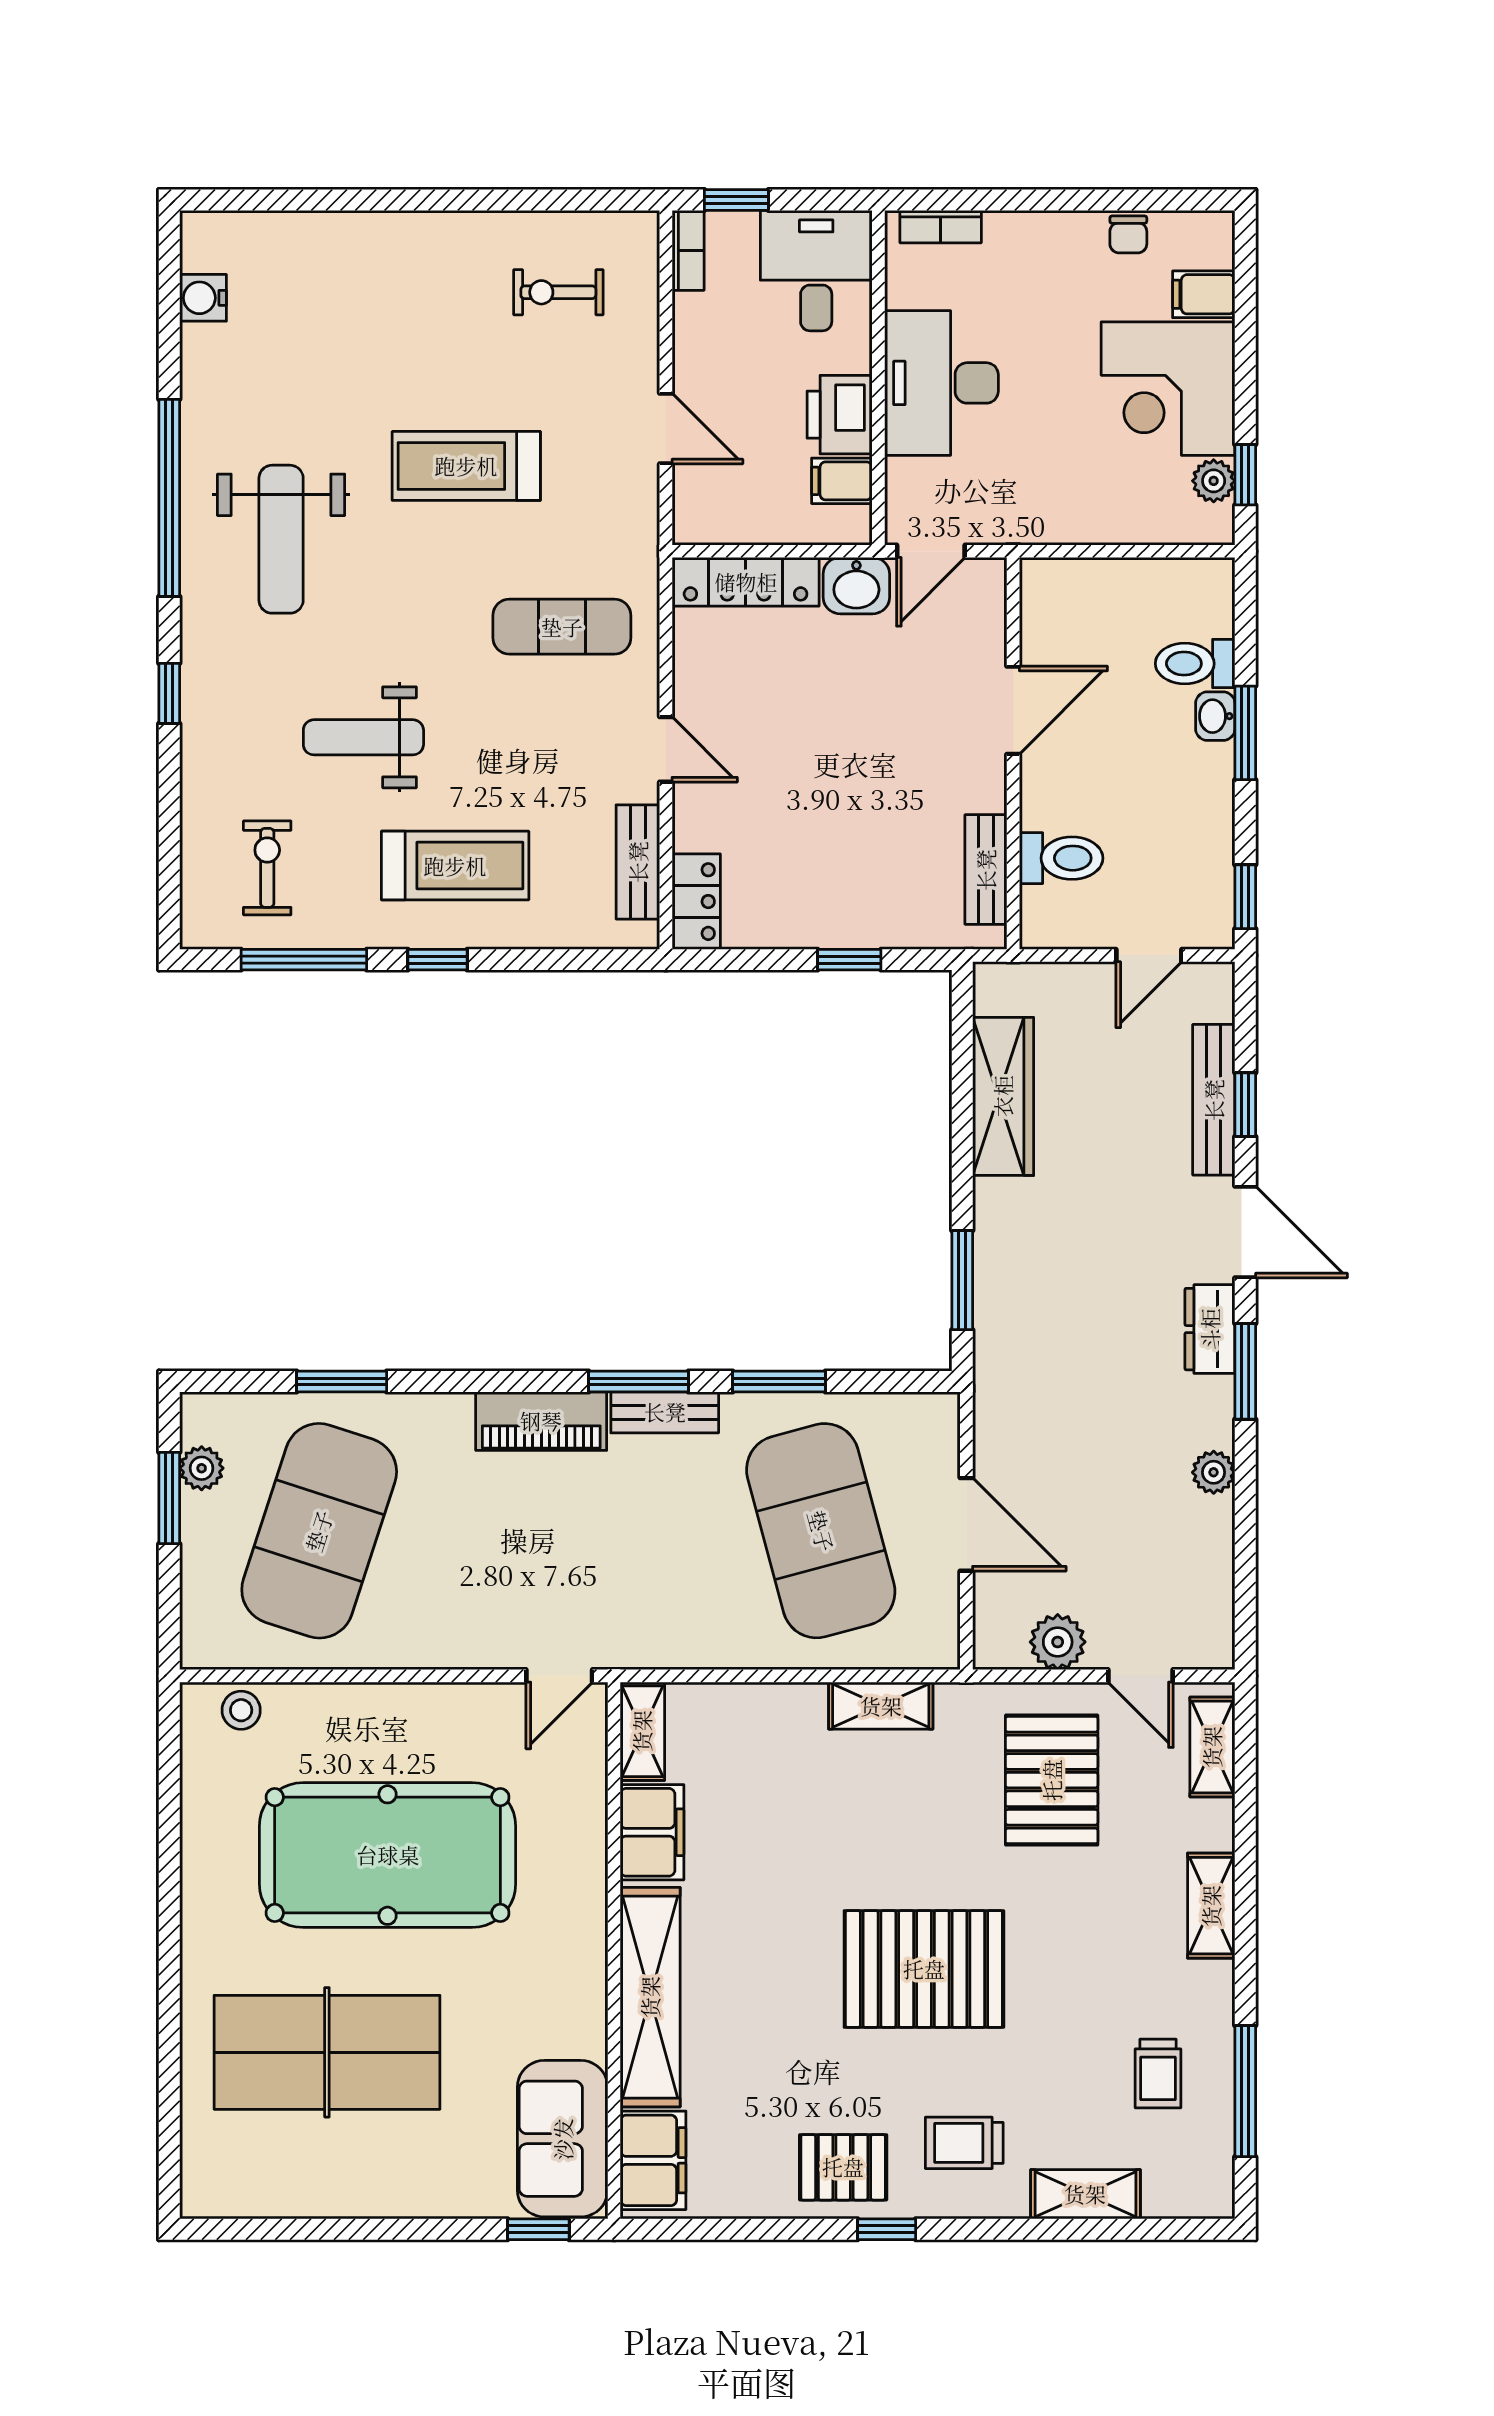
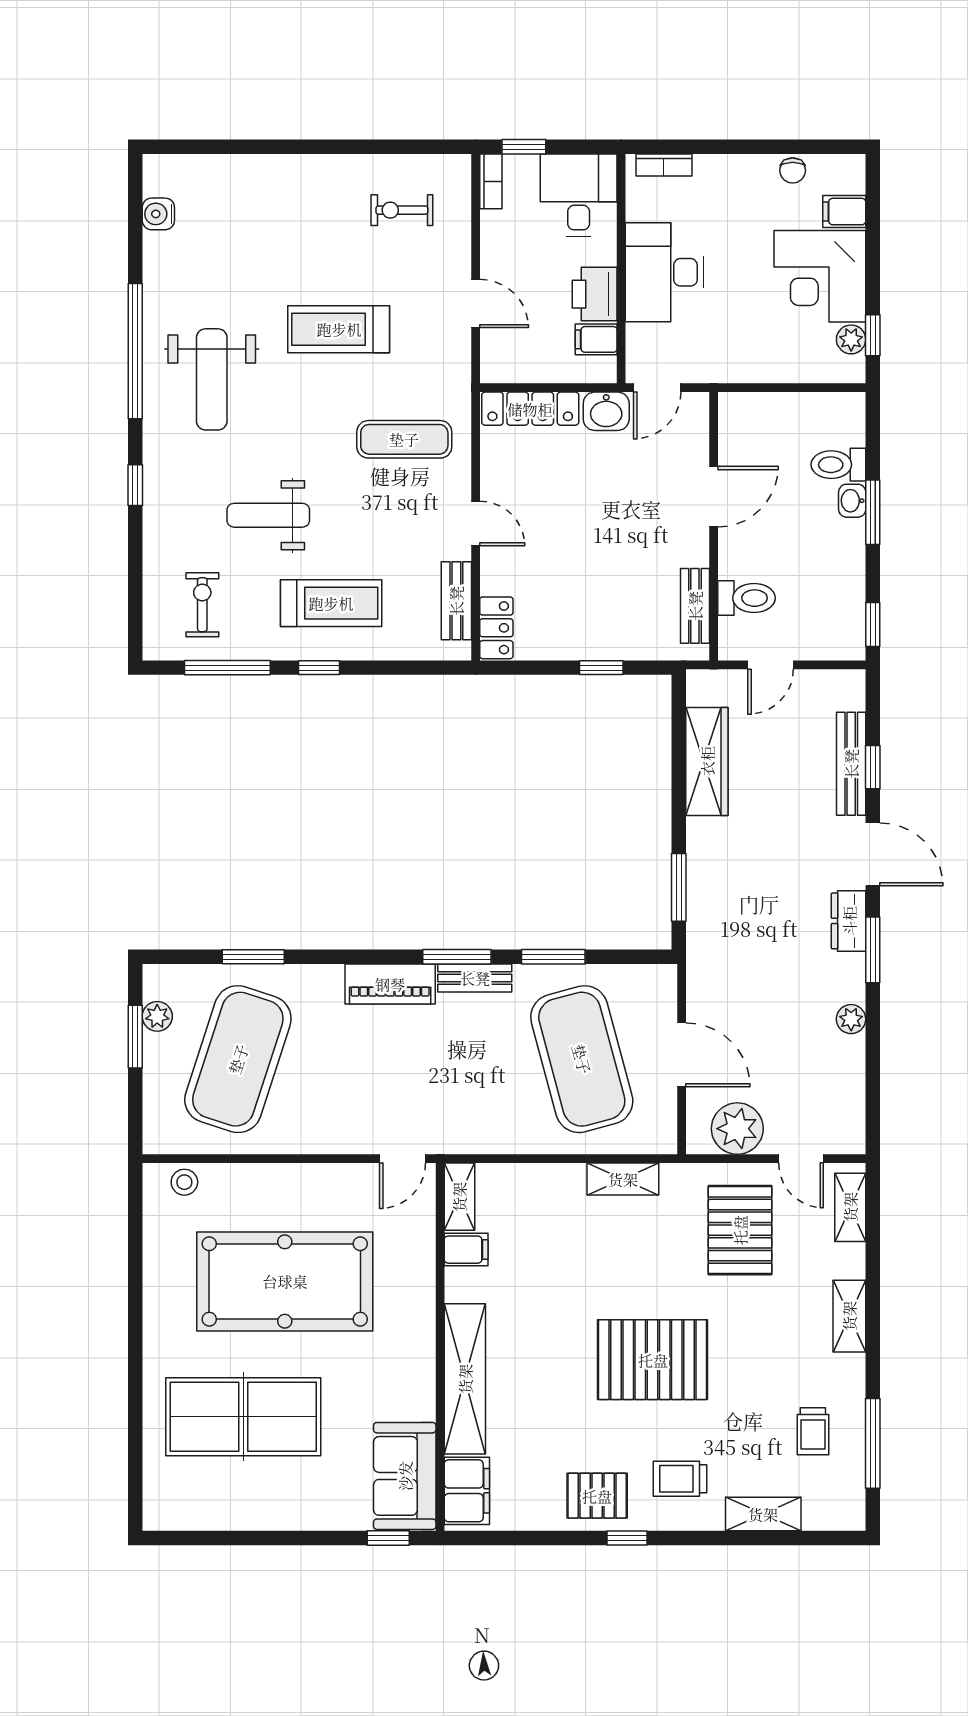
door: (1149, 955) -> (771, 665), moved
plant: (1058, 1642) -> (737, 1129), width x1.36, depth x1.36
filing cabinet: (652, 1832) -> (466, 1250), width x0.50

